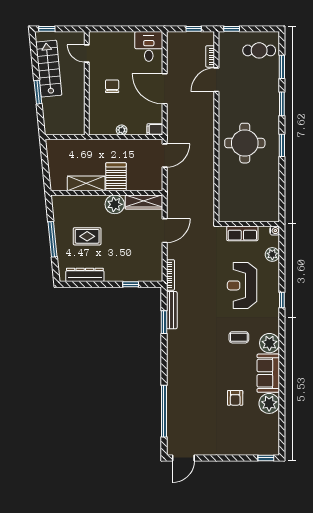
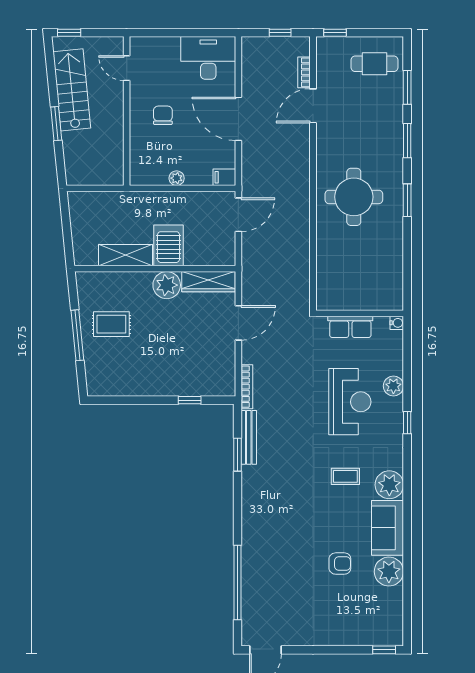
desk: (149, 46) -> (208, 58), width x1.37
rug: (87, 236) -> (111, 324), moved
plant: (272, 254) -> (393, 386), moved
dresser: (85, 275) -> (124, 387), removed
reception desk: (242, 285) -> (350, 402), turned 180
armchair: (235, 398) -> (340, 564), turned -90

